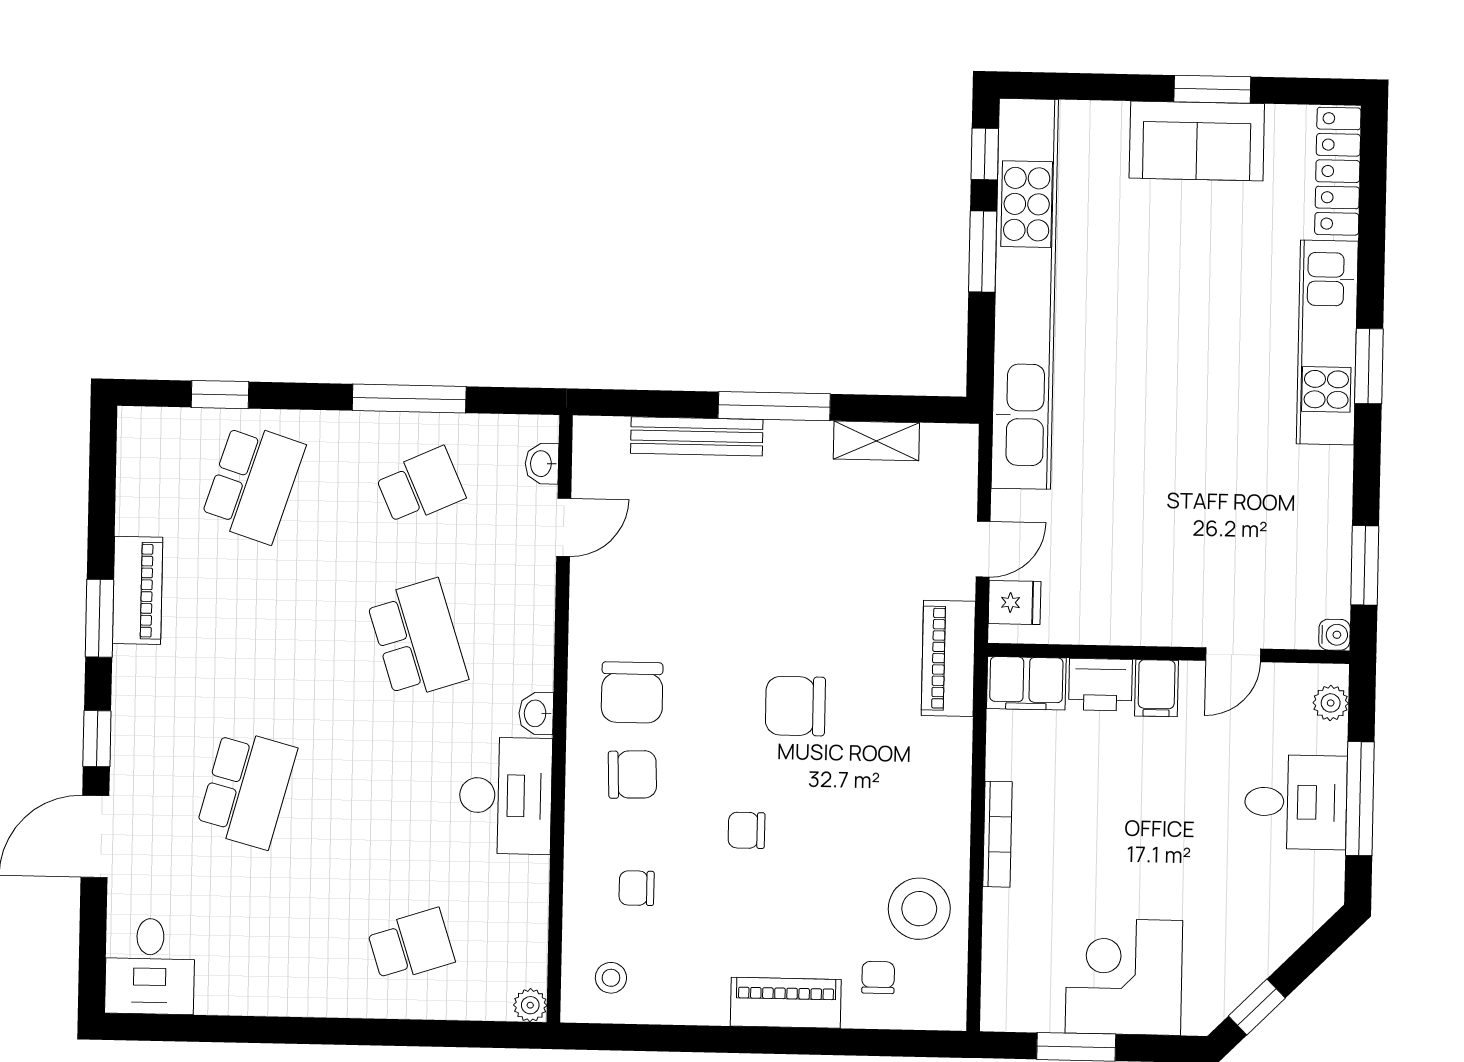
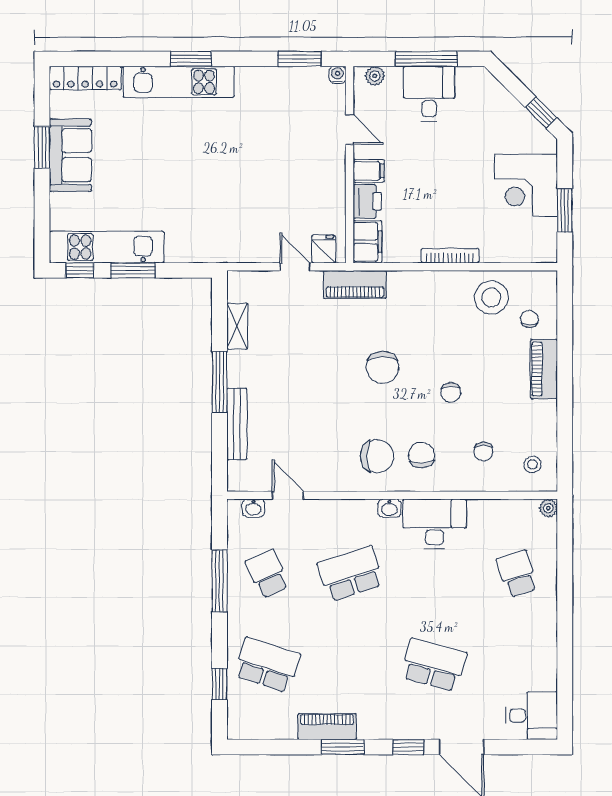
kitchen unit: (1025, 294) -> (106, 247), width x0.54
chair: (878, 978) -> (529, 319), turned 90

